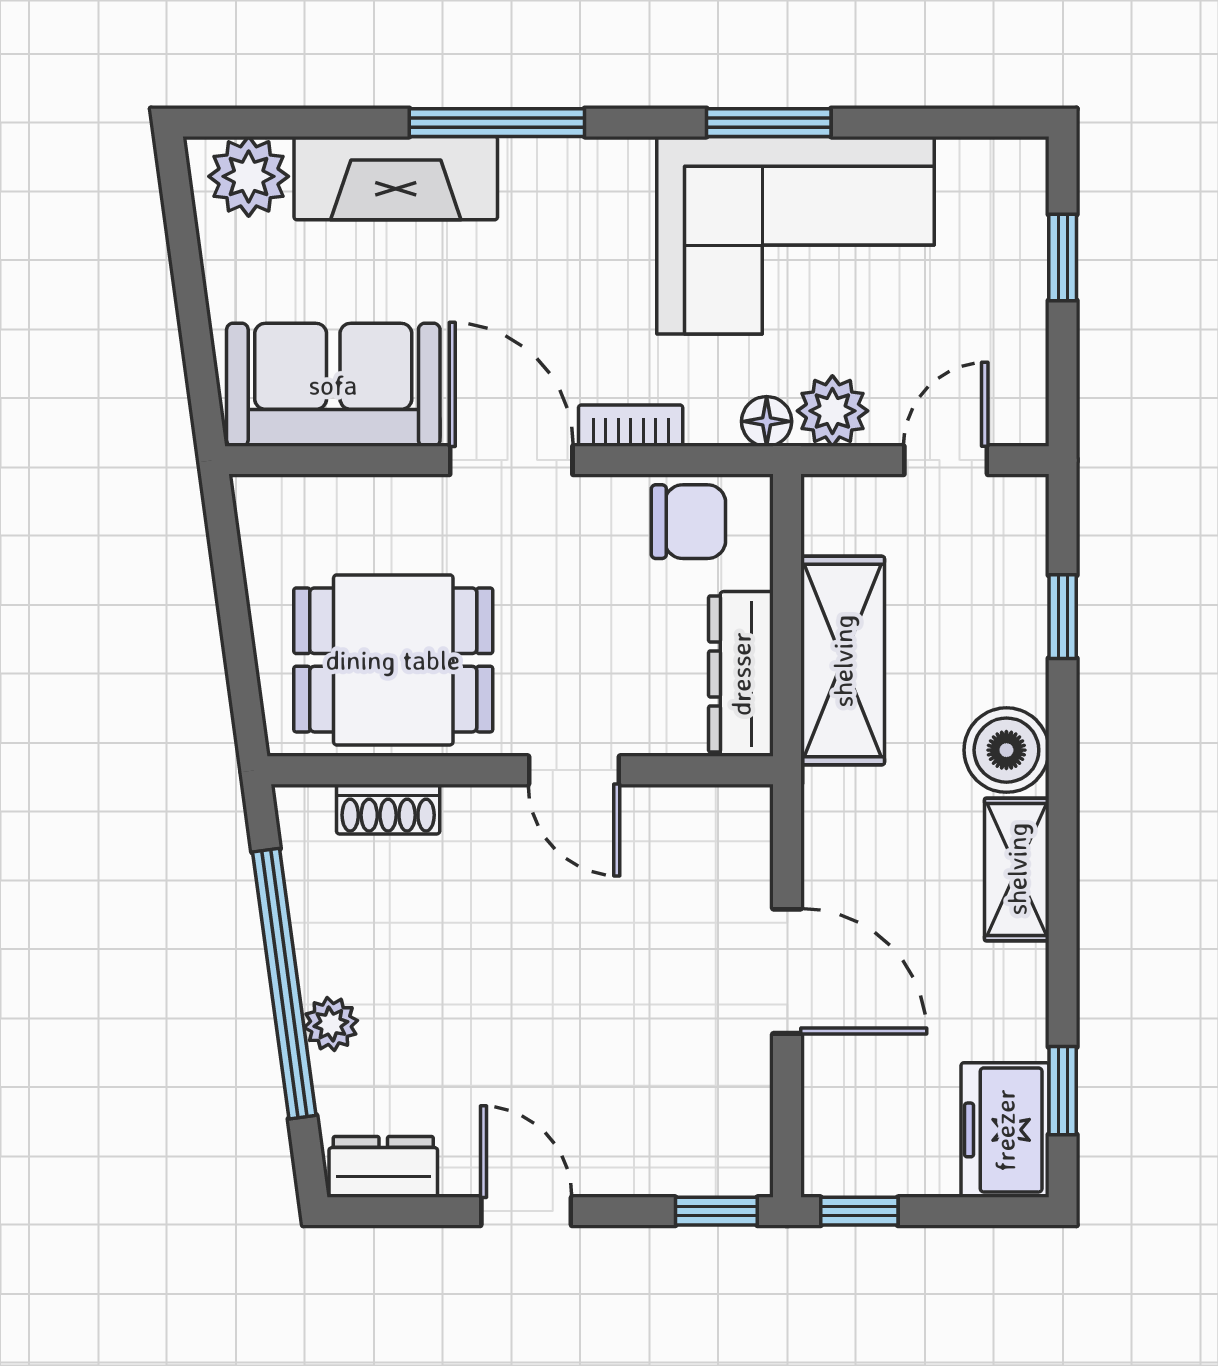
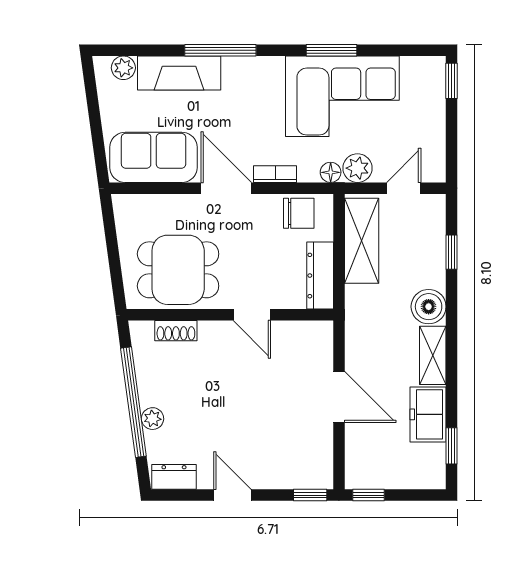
plant: (249, 176) -> (123, 68), width x0.73, depth x0.73
window: (1063, 257) -> (452, 81), moved
shelving: (843, 661) -> (362, 241), moved
freezer: (1005, 1130) -> (428, 414), moved

